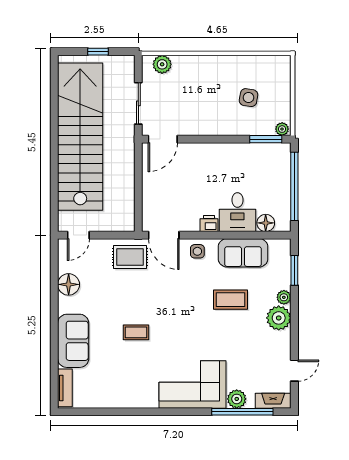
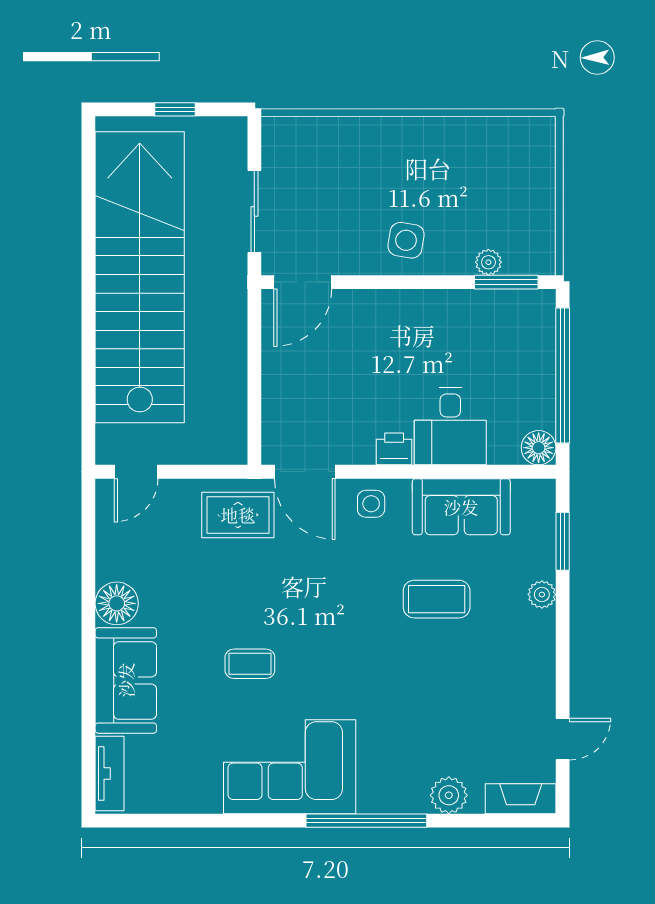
plant: (162, 64) -> (302, 134), removed
side table: (249, 98) -> (406, 240), moved
plant: (282, 129) -> (488, 262), moved
floor lamp: (266, 223) -> (539, 448), moved
floor lamp: (69, 284) -> (117, 603), moved
plant: (279, 318) -> (532, 635), removed
corner sofa: (193, 385) -> (290, 767), moved
window: (242, 412) -> (366, 821), moved

